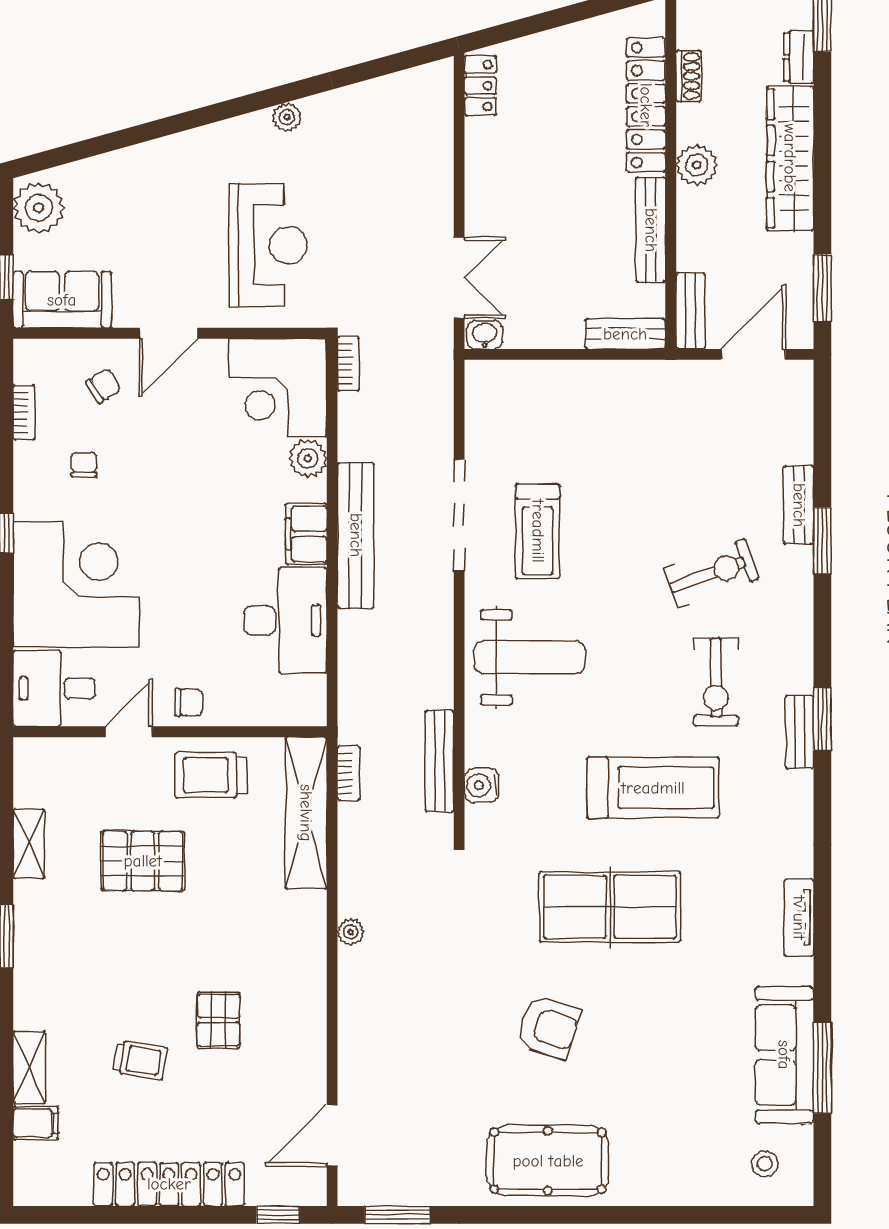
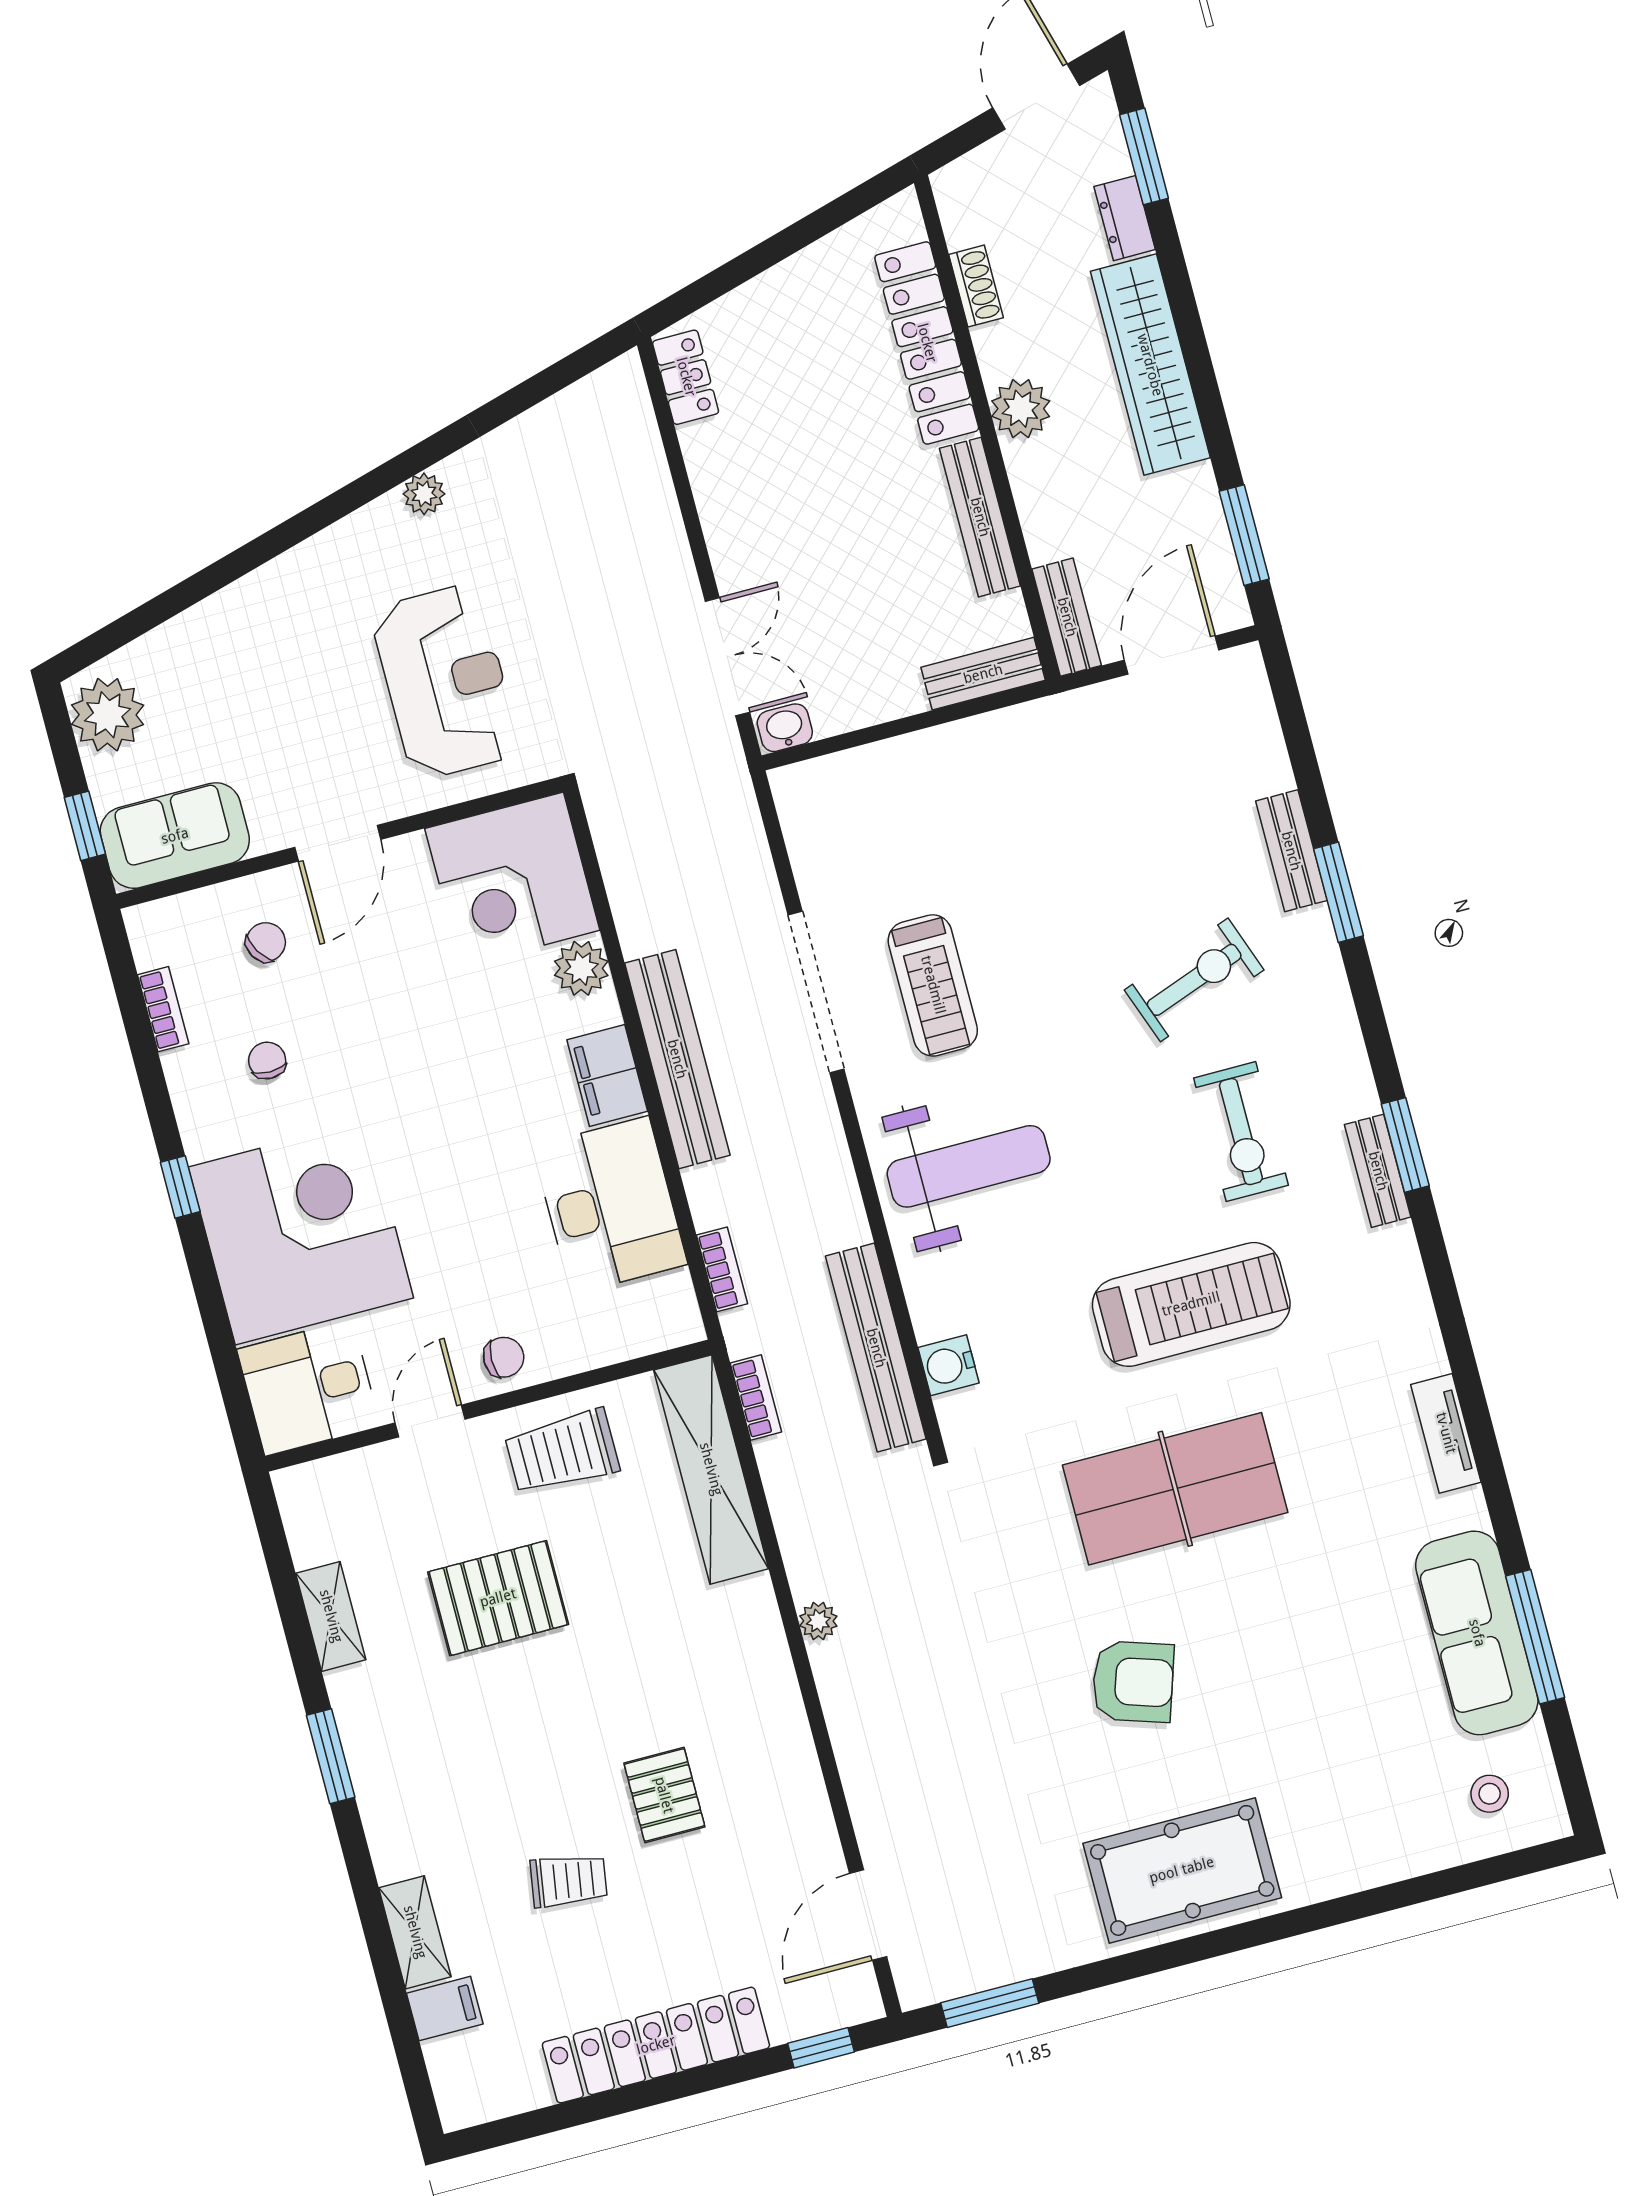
bookcase: (348, 364) -> (722, 1269), moved
bench: (440, 761) -> (876, 1348), width x1.37, depth x1.21

